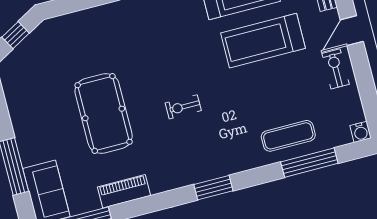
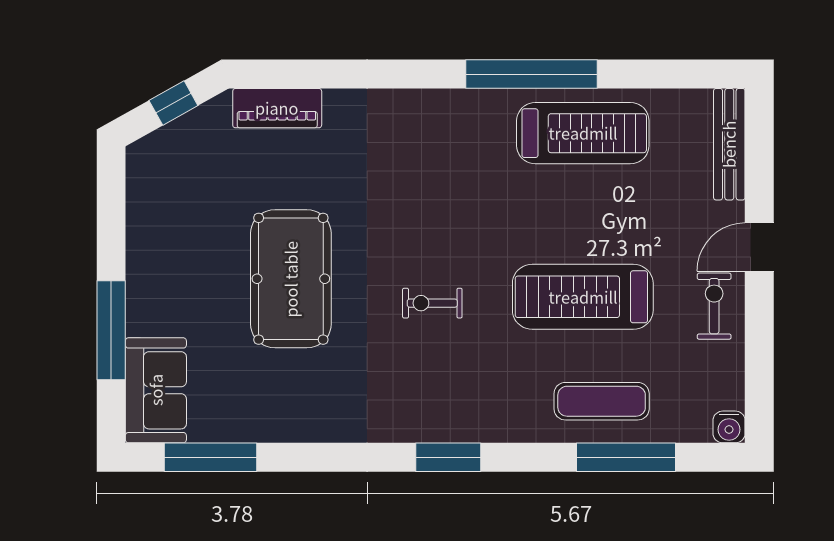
treadmill: (263, 41) -> (583, 297), moved
piano: (124, 191) -> (277, 108), moved, turned 180

